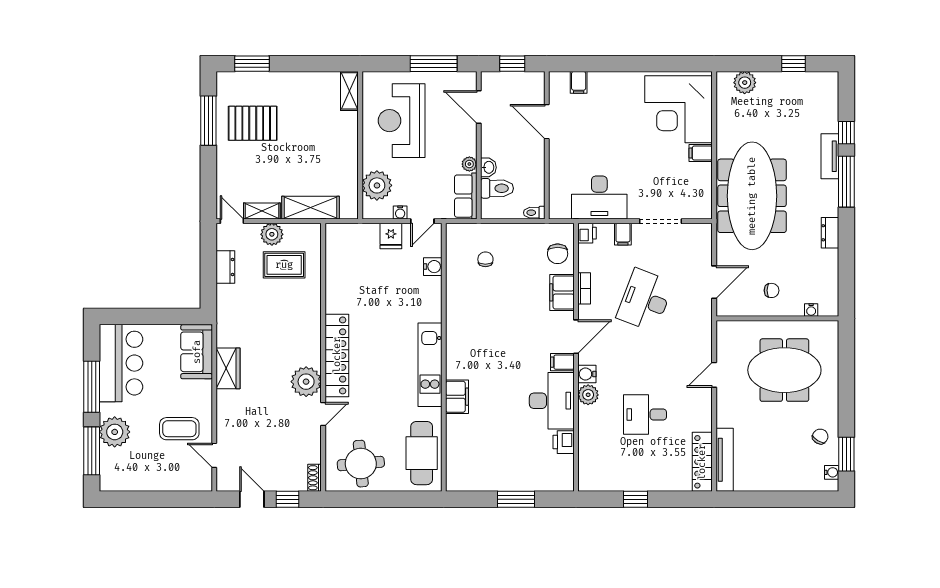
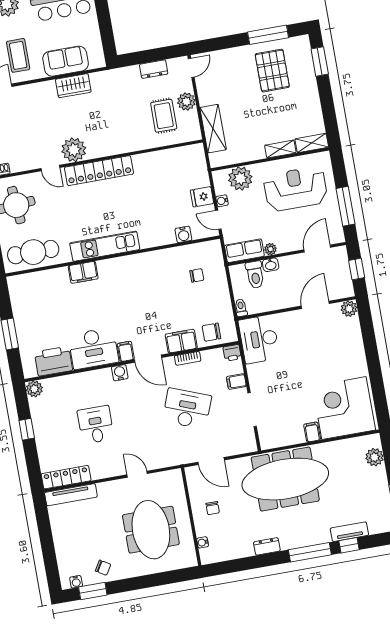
plant: (559, 81) -> (349, 309), added
filing cabinet: (579, 82) -> (351, 325), removed
tv unit: (830, 156) -> (349, 532), moved
desk: (599, 197) -> (259, 339), moved
shelving: (262, 211) -> (280, 149), moved, turned 90
sofa: (197, 352) -> (66, 61), moved
plant: (588, 395) -> (34, 389), moved
printer: (564, 442) -> (53, 361), width x1.87, depth x1.48

